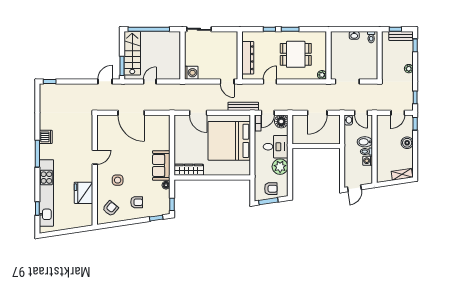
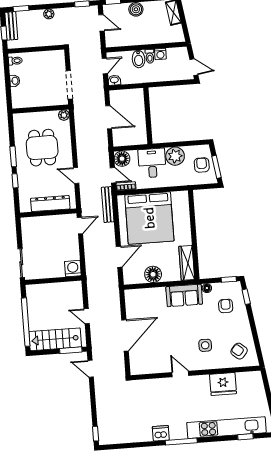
floor lamp: (181, 140) -> (153, 274), added
armchair: (137, 202) -> (226, 306), moved

